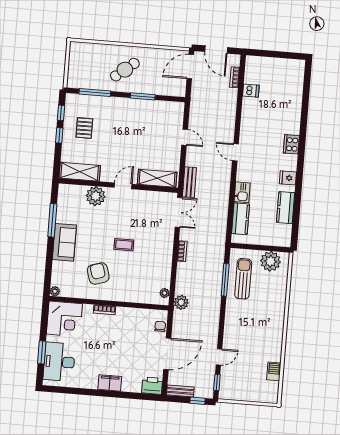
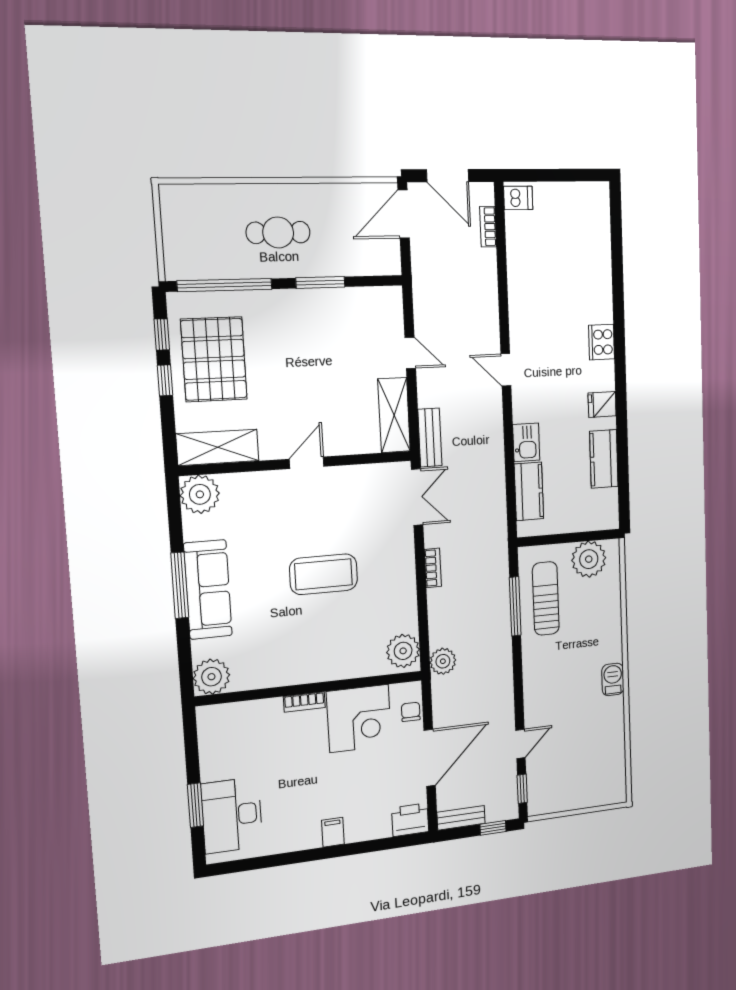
cafe table: (125, 70) -> (278, 232), turned 39
dishwasher: (251, 91) -> (518, 198), moved
window: (95, 92) -> (225, 285), width x1.46
pallet: (84, 128) -> (214, 359), width x2.05, depth x2.00
shelving: (157, 178) -> (394, 415), moved, turned 90
plant: (96, 196) -> (200, 494), moved
window: (52, 220) -> (180, 585), moved
sofa: (64, 242) -> (208, 590), width x1.36
coffee table: (124, 245) -> (324, 574), width x1.86, depth x1.72
armchair: (98, 274) -> (283, 637), removed
plant: (55, 291) -> (211, 677), width x1.88, depth x1.88
plant: (165, 293) -> (403, 651), width x1.88, depth x1.88
corner desk: (64, 319) -> (359, 718), moved
barbecue: (274, 371) -> (613, 679), moved
filing cabinet: (110, 383) -> (333, 832), width x0.50

